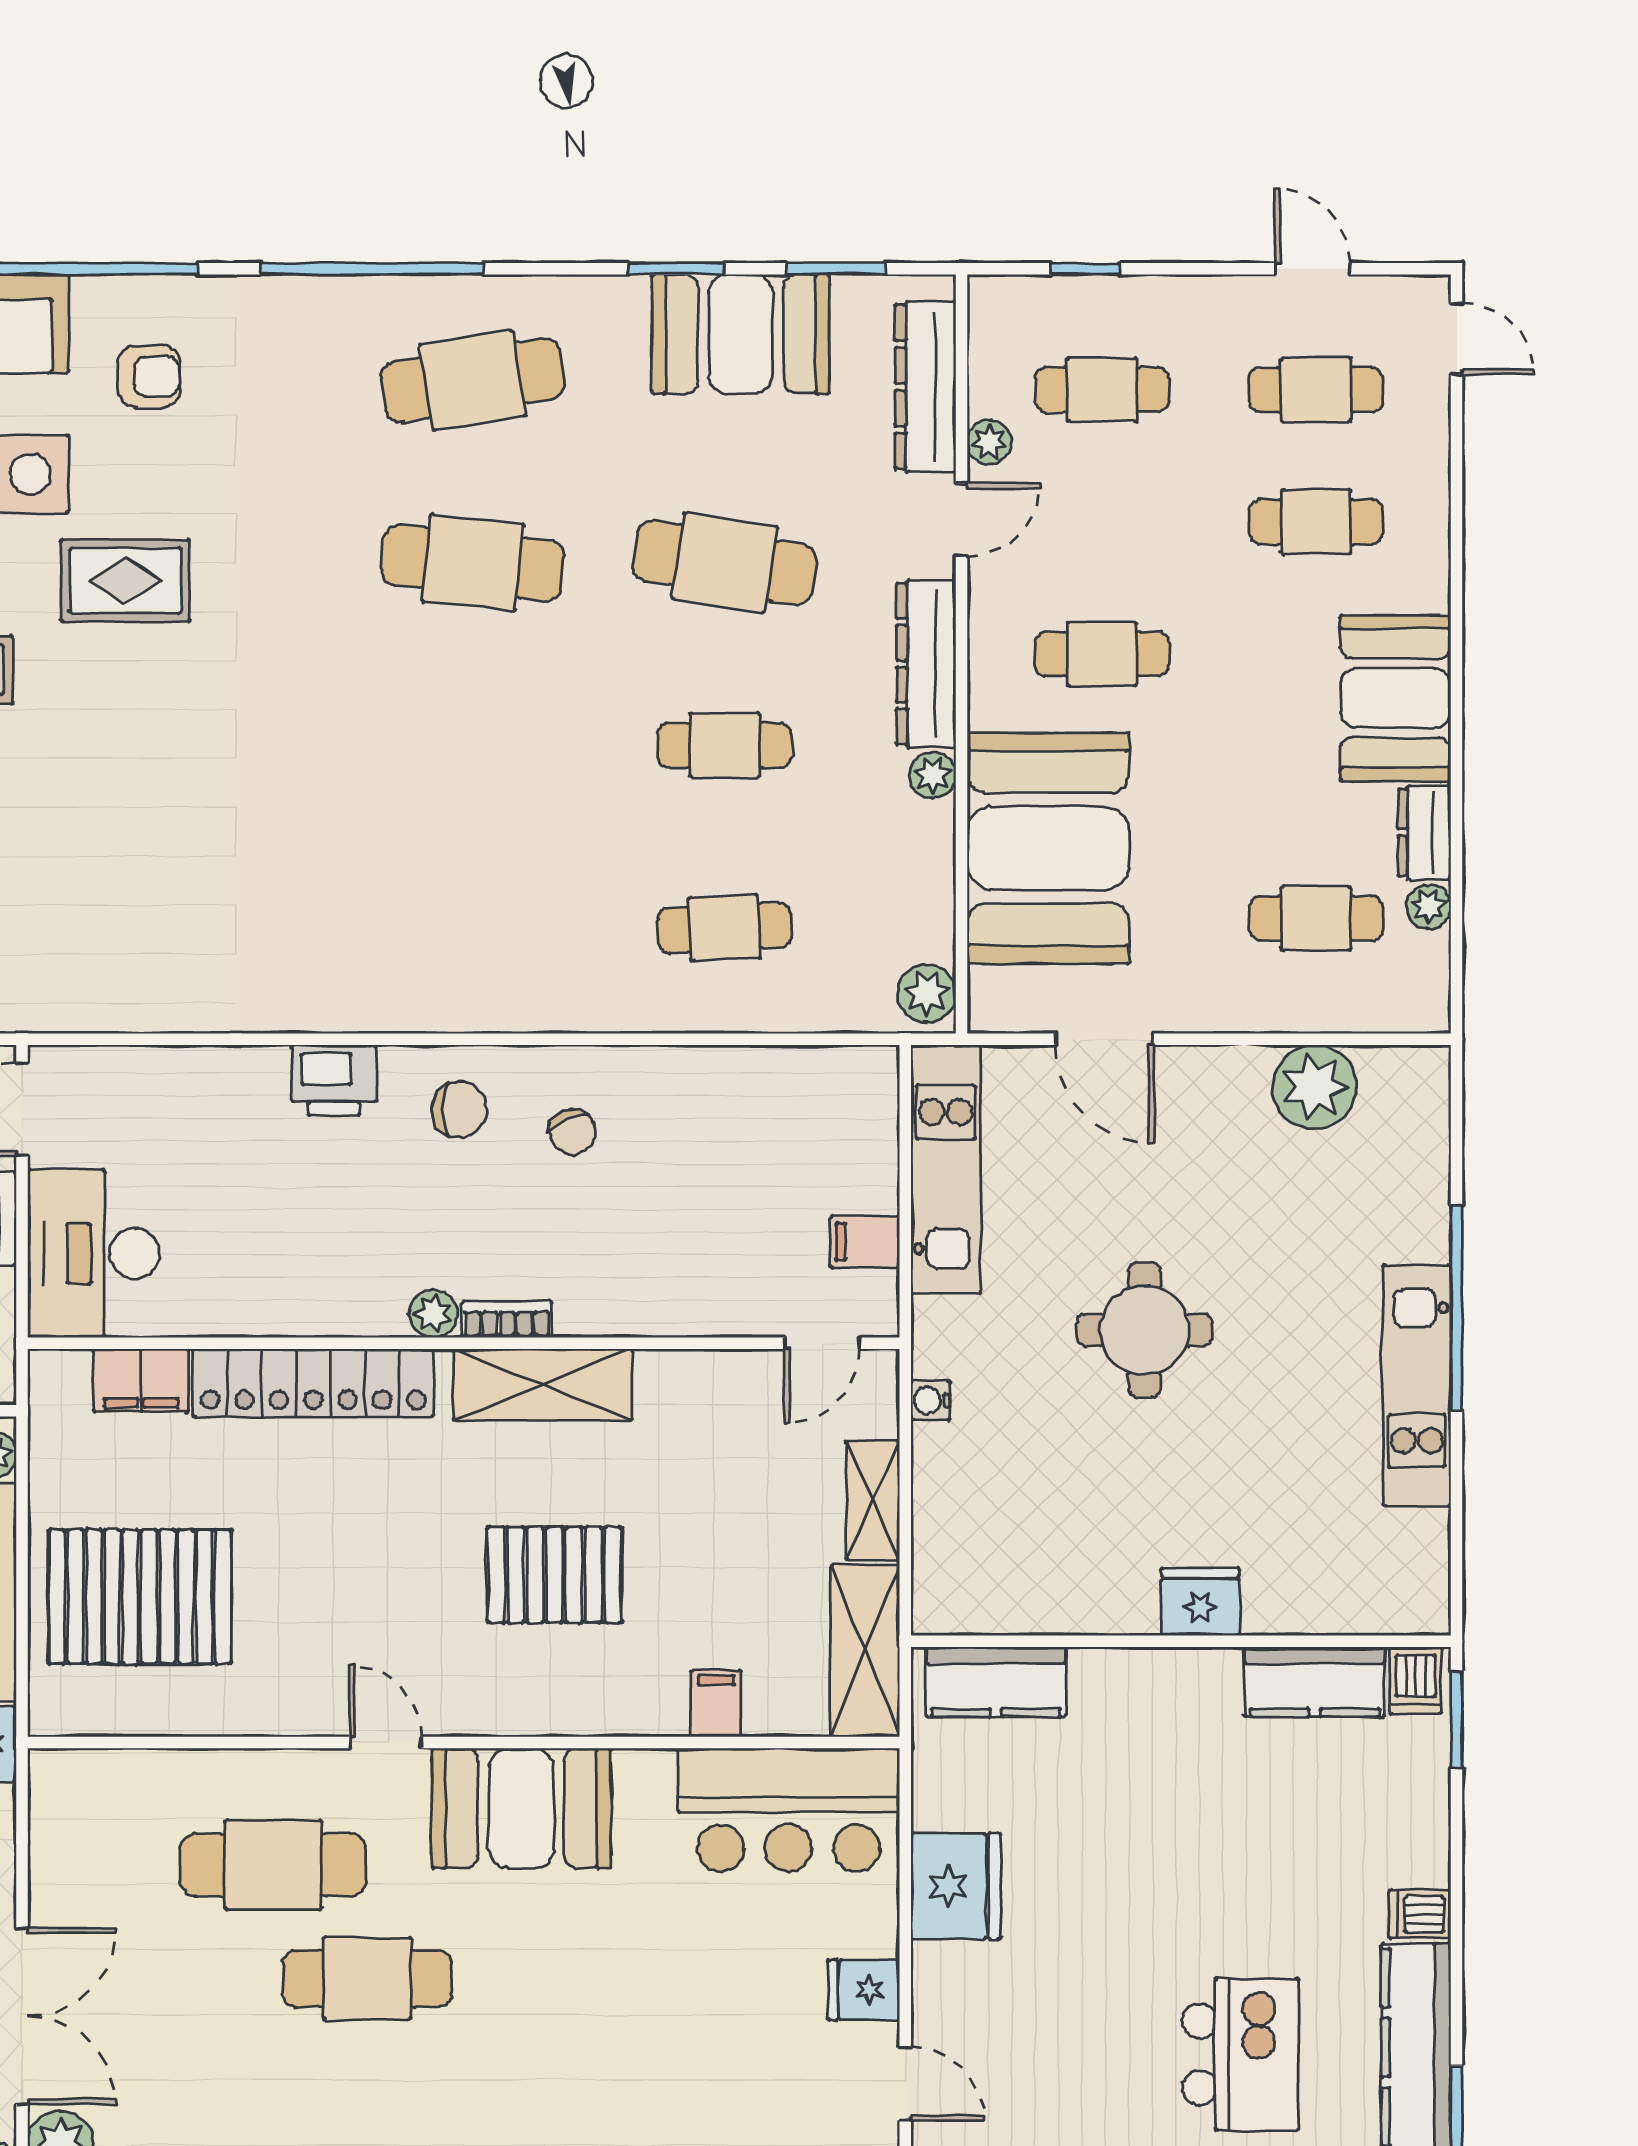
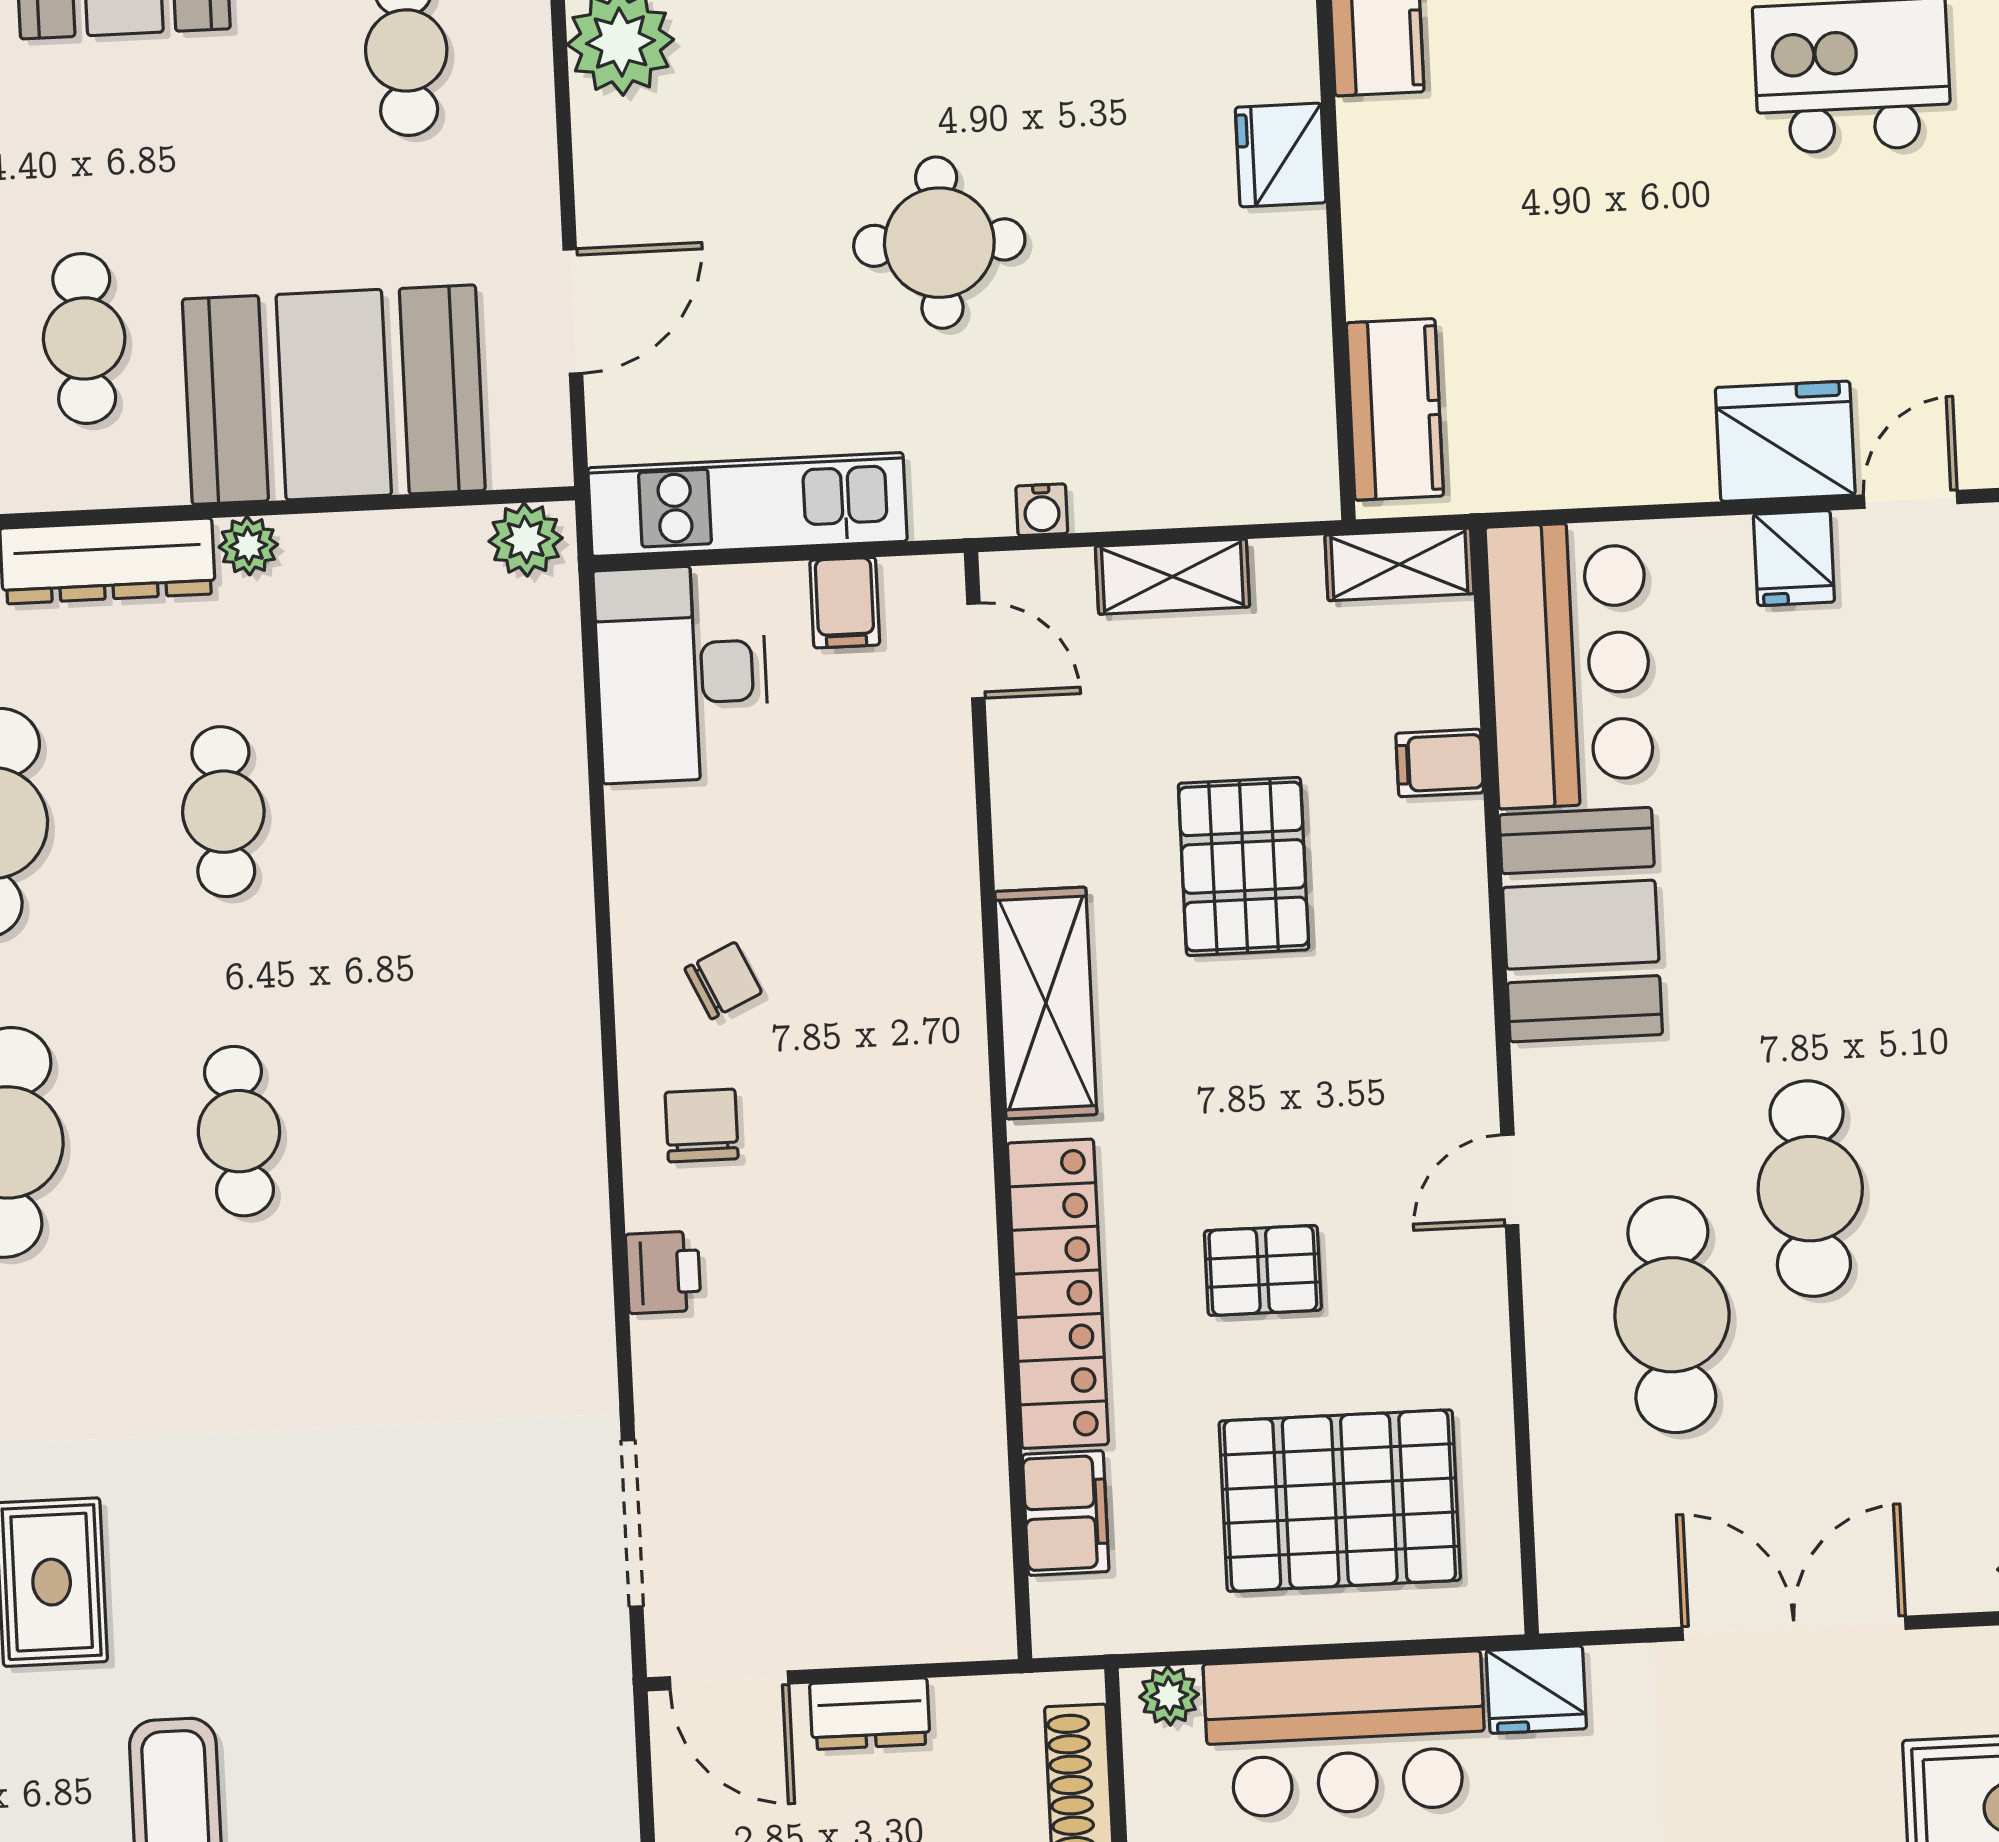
cafe table: (725, 928) -> (239, 1131), moved
doorway: (149, 1039) -> (632, 1523), added
printer: (334, 1080) -> (663, 1272), width x0.73, depth x0.81
desk: (94, 1253) -> (682, 673), moved, turned 90
plant: (433, 1313) -> (962, 1146), removed
bookcase: (507, 1319) -> (965, 1052), removed
pallet: (324, 1545) -> (1263, 1270), added
pallet: (555, 1575) -> (1244, 866), moved
pallet: (140, 1597) -> (1340, 1501), turned 90
shelving: (865, 1651) -> (1399, 564), width x0.67, depth x0.75
booth: (521, 1808) -> (1581, 925), moved
fridge: (956, 1886) -> (1785, 441), moved
double door: (22, 2016) -> (1794, 1628), moved

